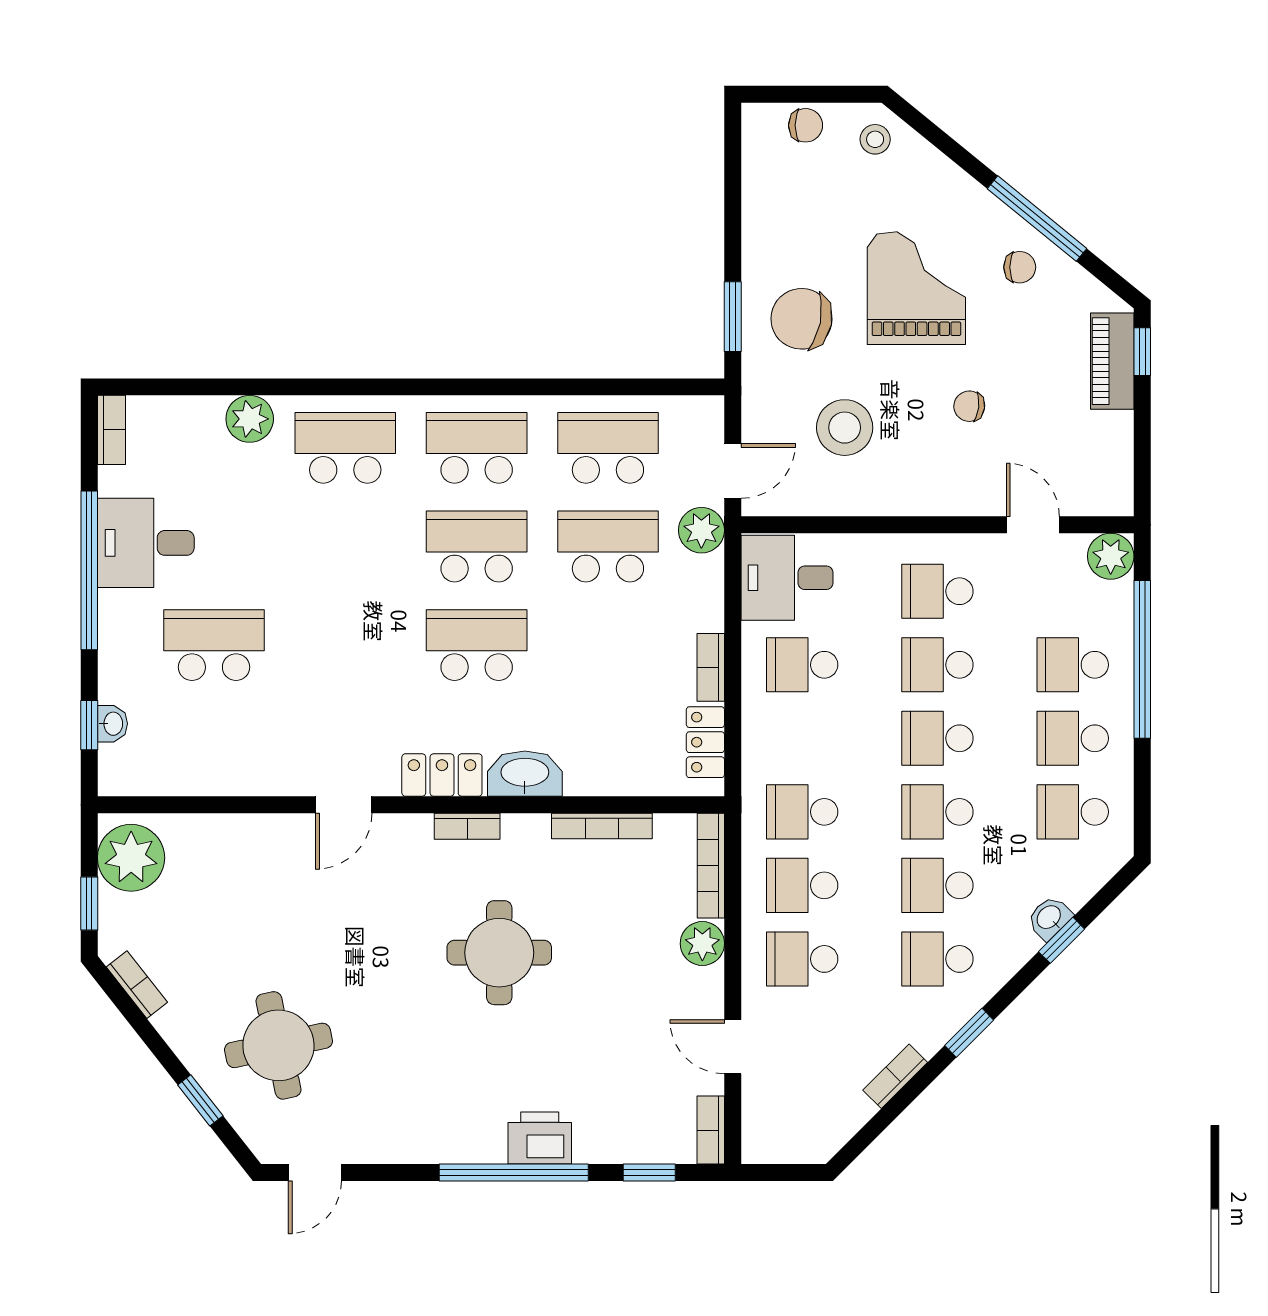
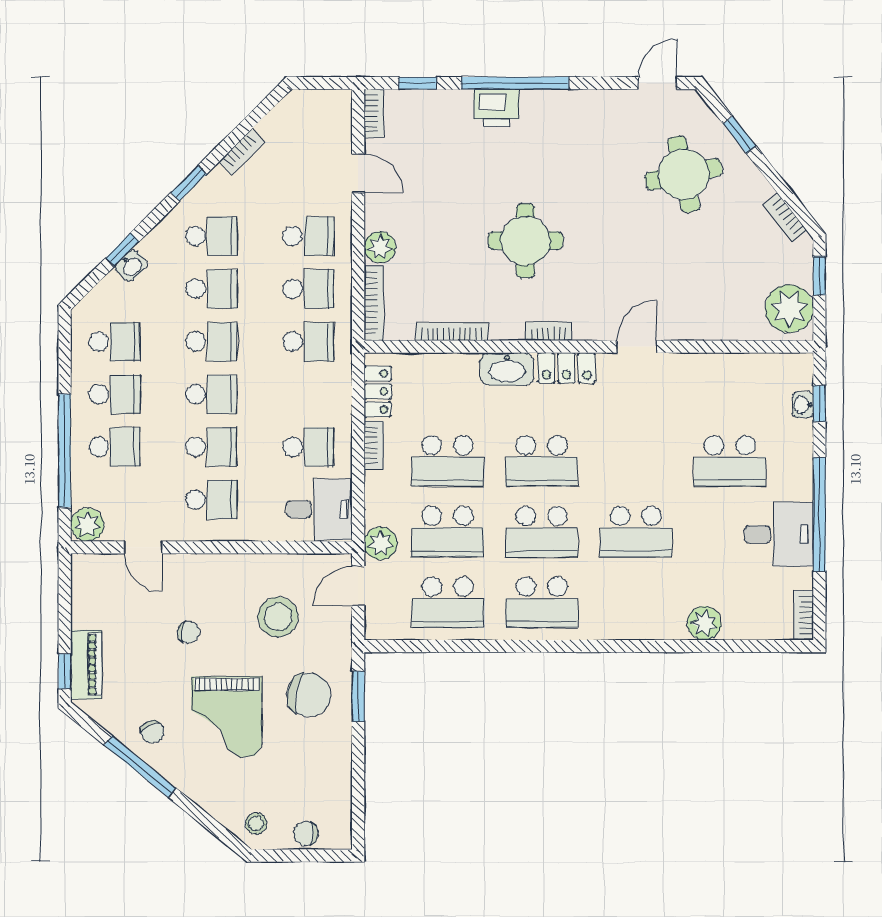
chair: (1020, 267) -> (153, 732), turned -120
school desk: (345, 448) -> (636, 532), moved
school desk: (608, 645) -> (448, 461), added

